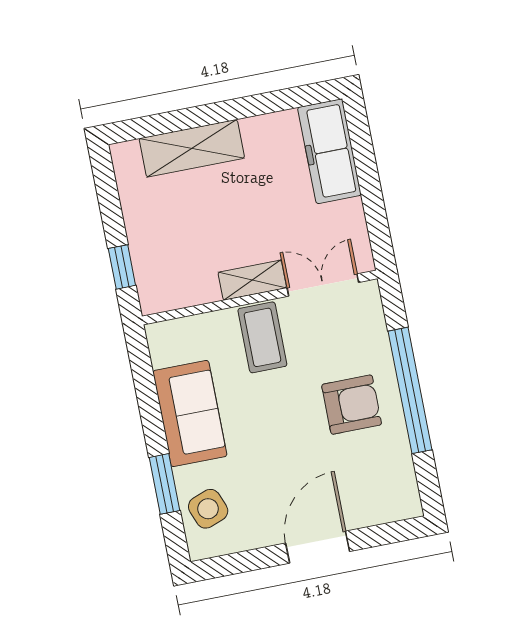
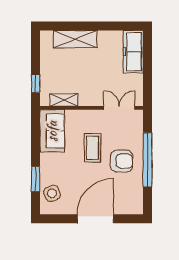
shelving: (252, 280) -> (64, 100), moved
coffee table: (262, 337) -> (92, 148), moved
sofa: (190, 414) -> (52, 131), moved
door: (318, 547) -> (95, 219), width x1.36

